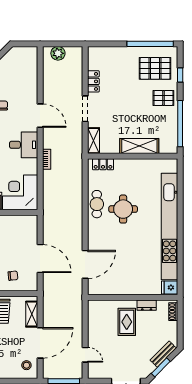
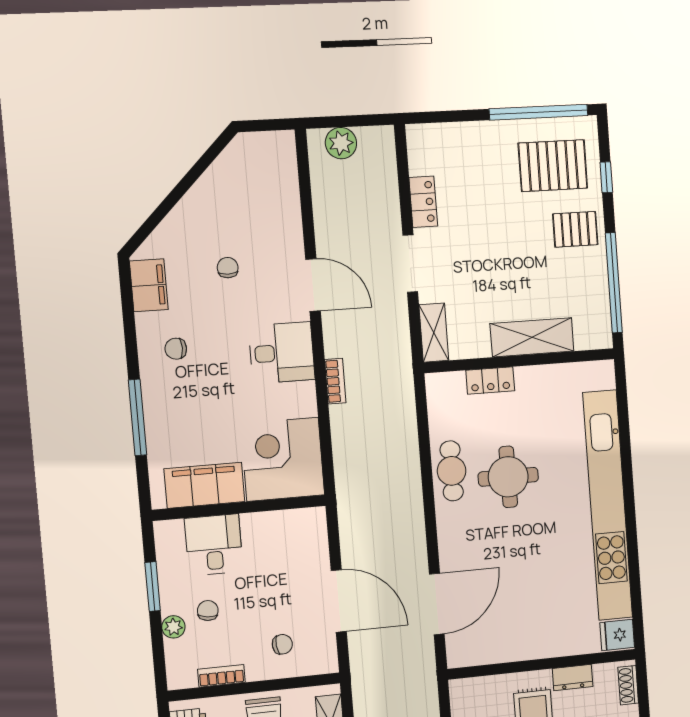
locker: (103, 164) -> (490, 381), moved

